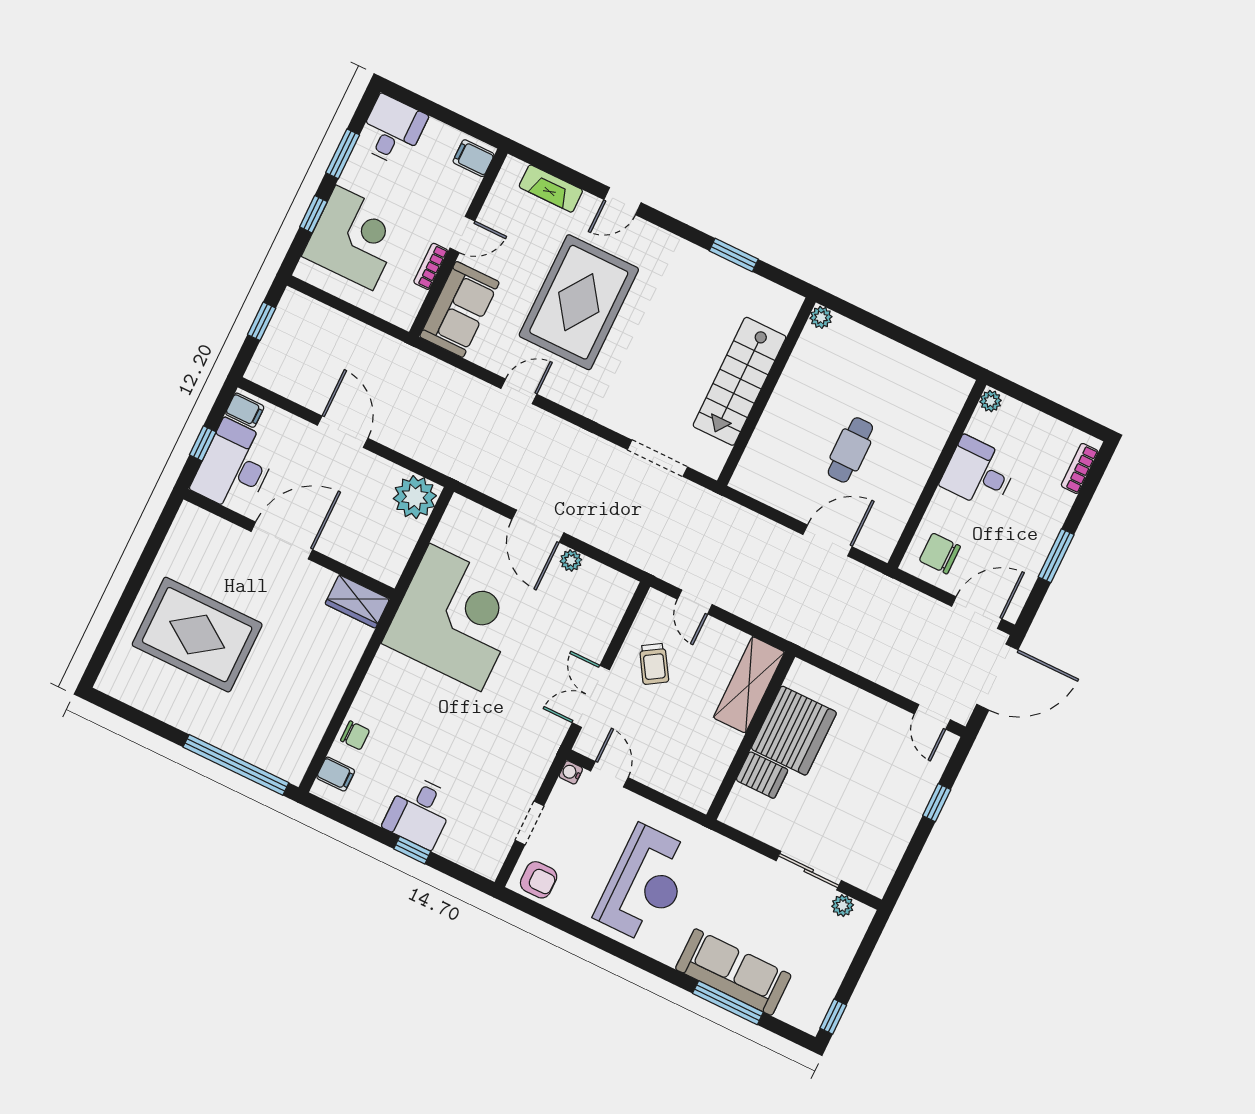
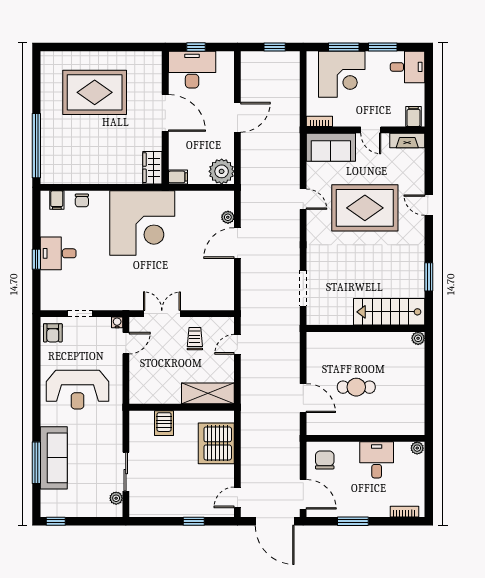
fireplace: (551, 189) -> (407, 141), moved, turned -90
window: (313, 214) -> (344, 47), width x1.50
bookcase: (431, 266) -> (319, 121), moved
stairs: (740, 381) -> (389, 312), moved
filing cabinet: (245, 410) -> (178, 177), moved, turned -90
plant: (571, 561) -> (228, 217), moved
corner desk: (455, 617) -> (142, 223), moved
rug: (197, 635) -> (95, 92), turned 90
trolley: (654, 664) -> (195, 339), turned 122
server rack: (794, 731) -> (216, 443), moved, turned 90

